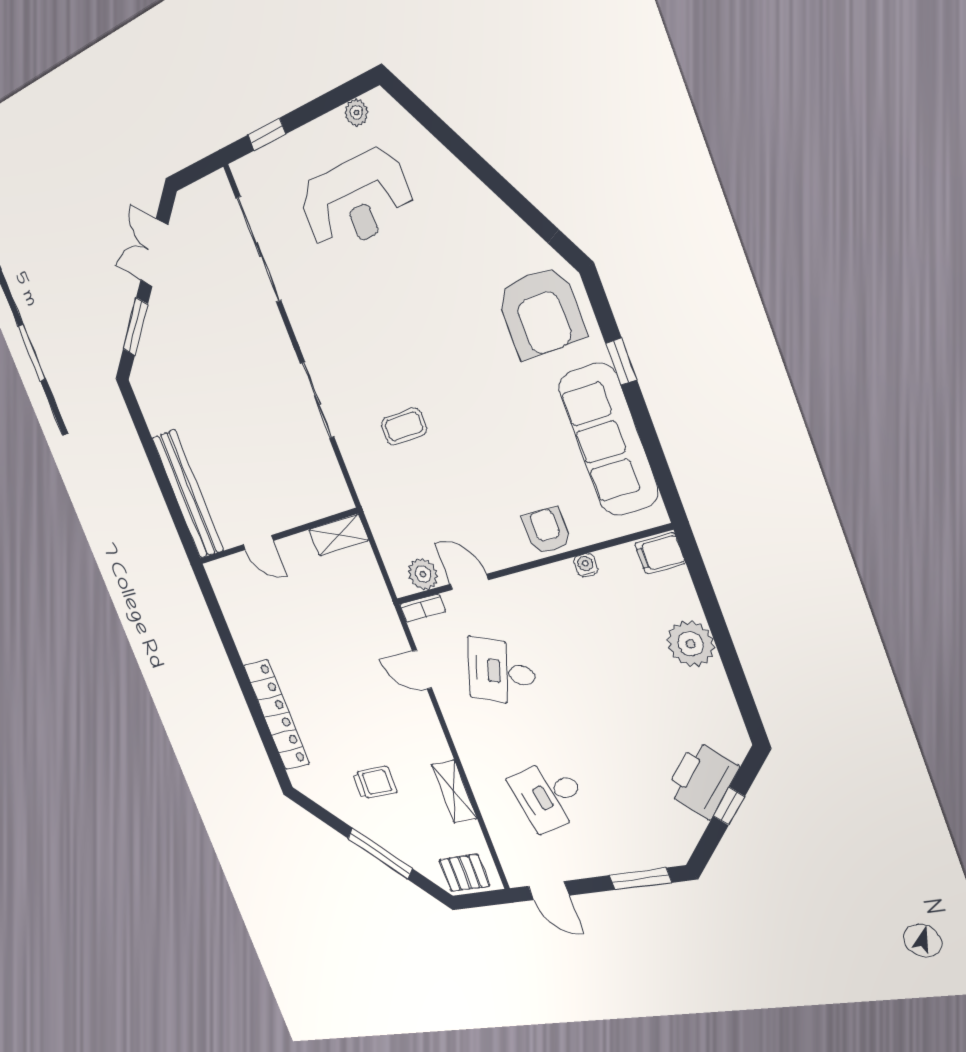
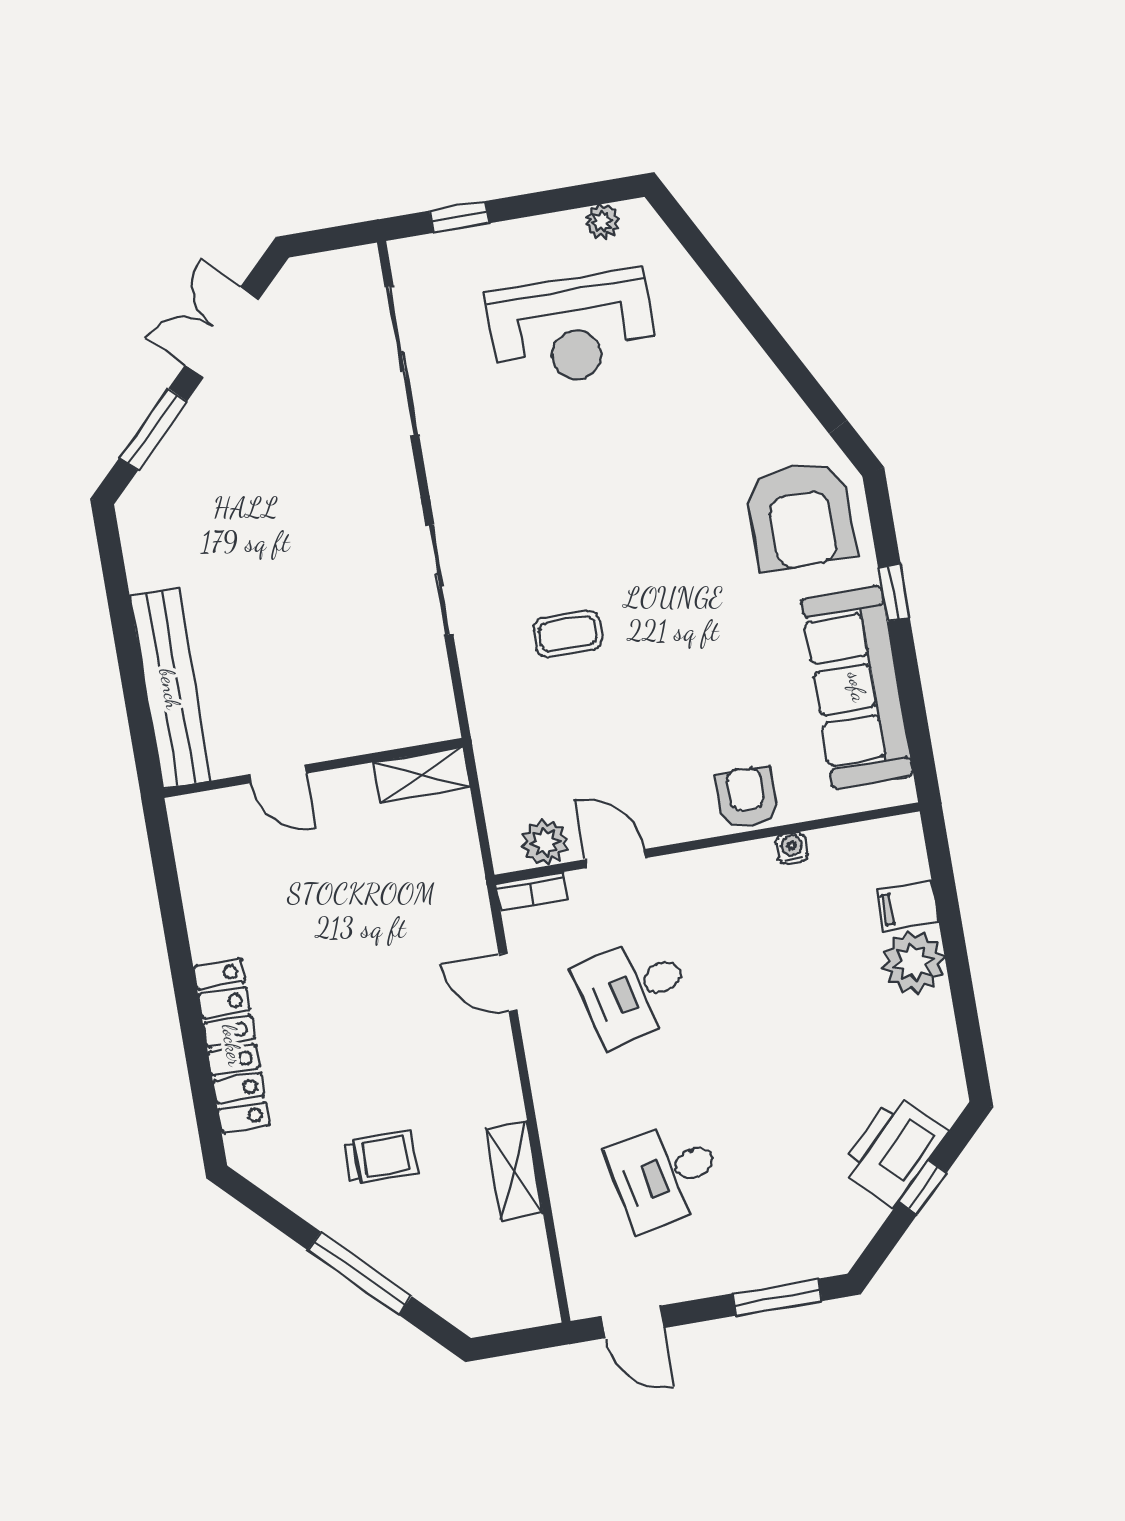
filing cabinet: (660, 554) -> (907, 906), moved
desk: (501, 672) -> (634, 990), turned -36
pallet: (464, 873) -> (500, 1300), removed

